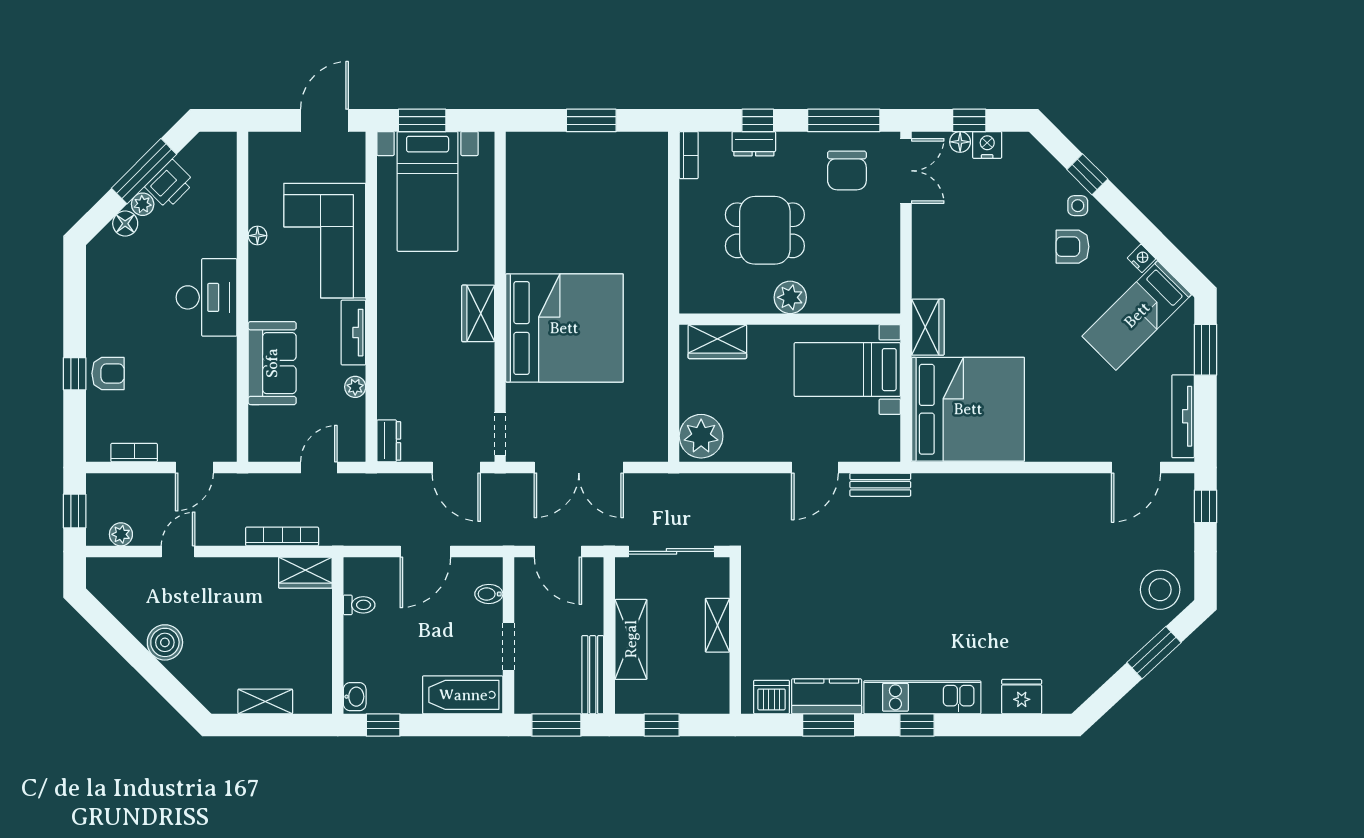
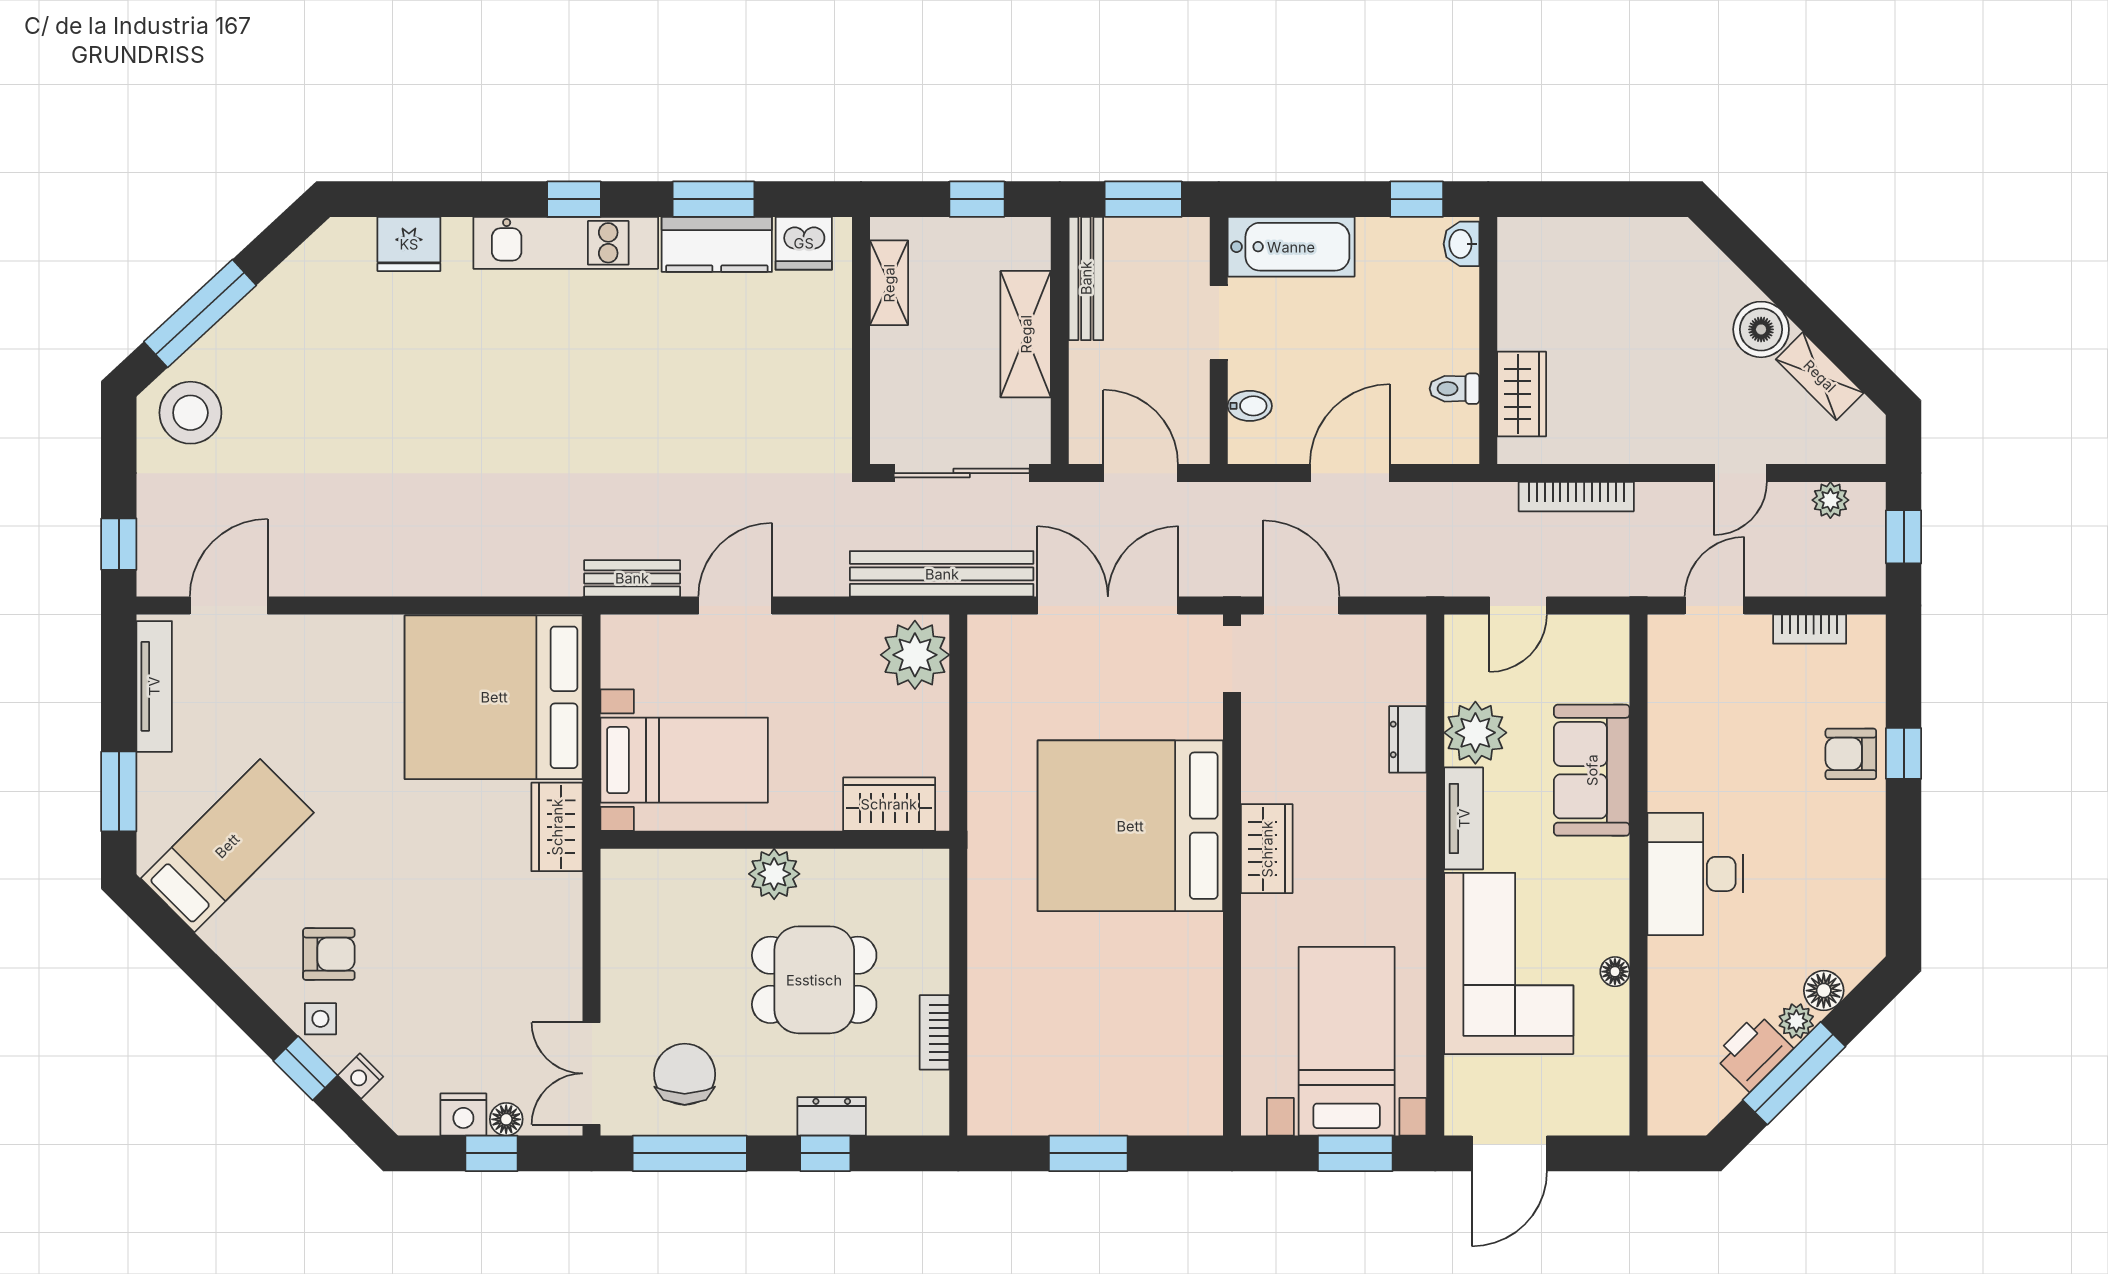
bookcase: (689, 155) -> (934, 1032), moved
nightstand: (1141, 258) -> (360, 1076), moved
plant: (355, 387) -> (1475, 733), width x1.88, depth x1.88
dresser: (389, 441) -> (1408, 739), moved
bench: (684, 488) -> (942, 574), added
wardrobe: (305, 573) -> (1522, 394), moved, turned 90
shelving: (718, 625) -> (889, 283), moved
window: (1154, 653) -> (200, 313), width x1.44
shelving: (265, 702) -> (1820, 376), moved, turned 45

